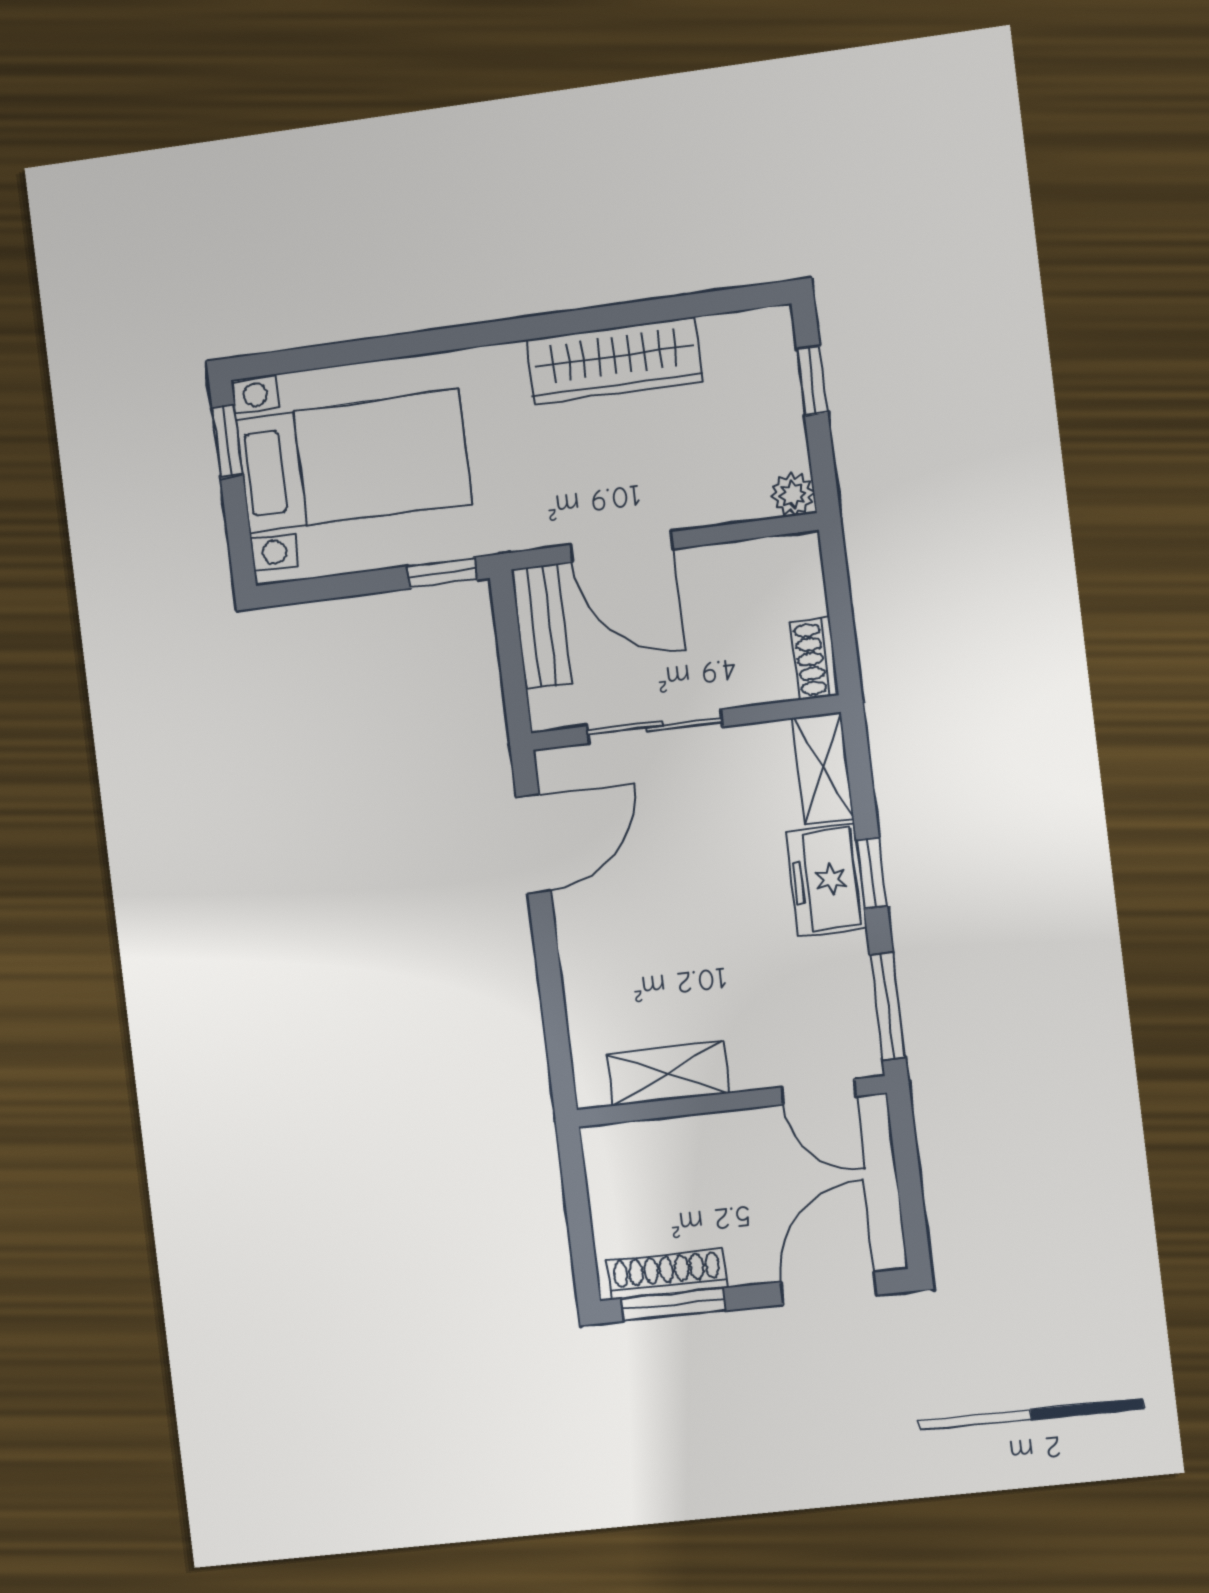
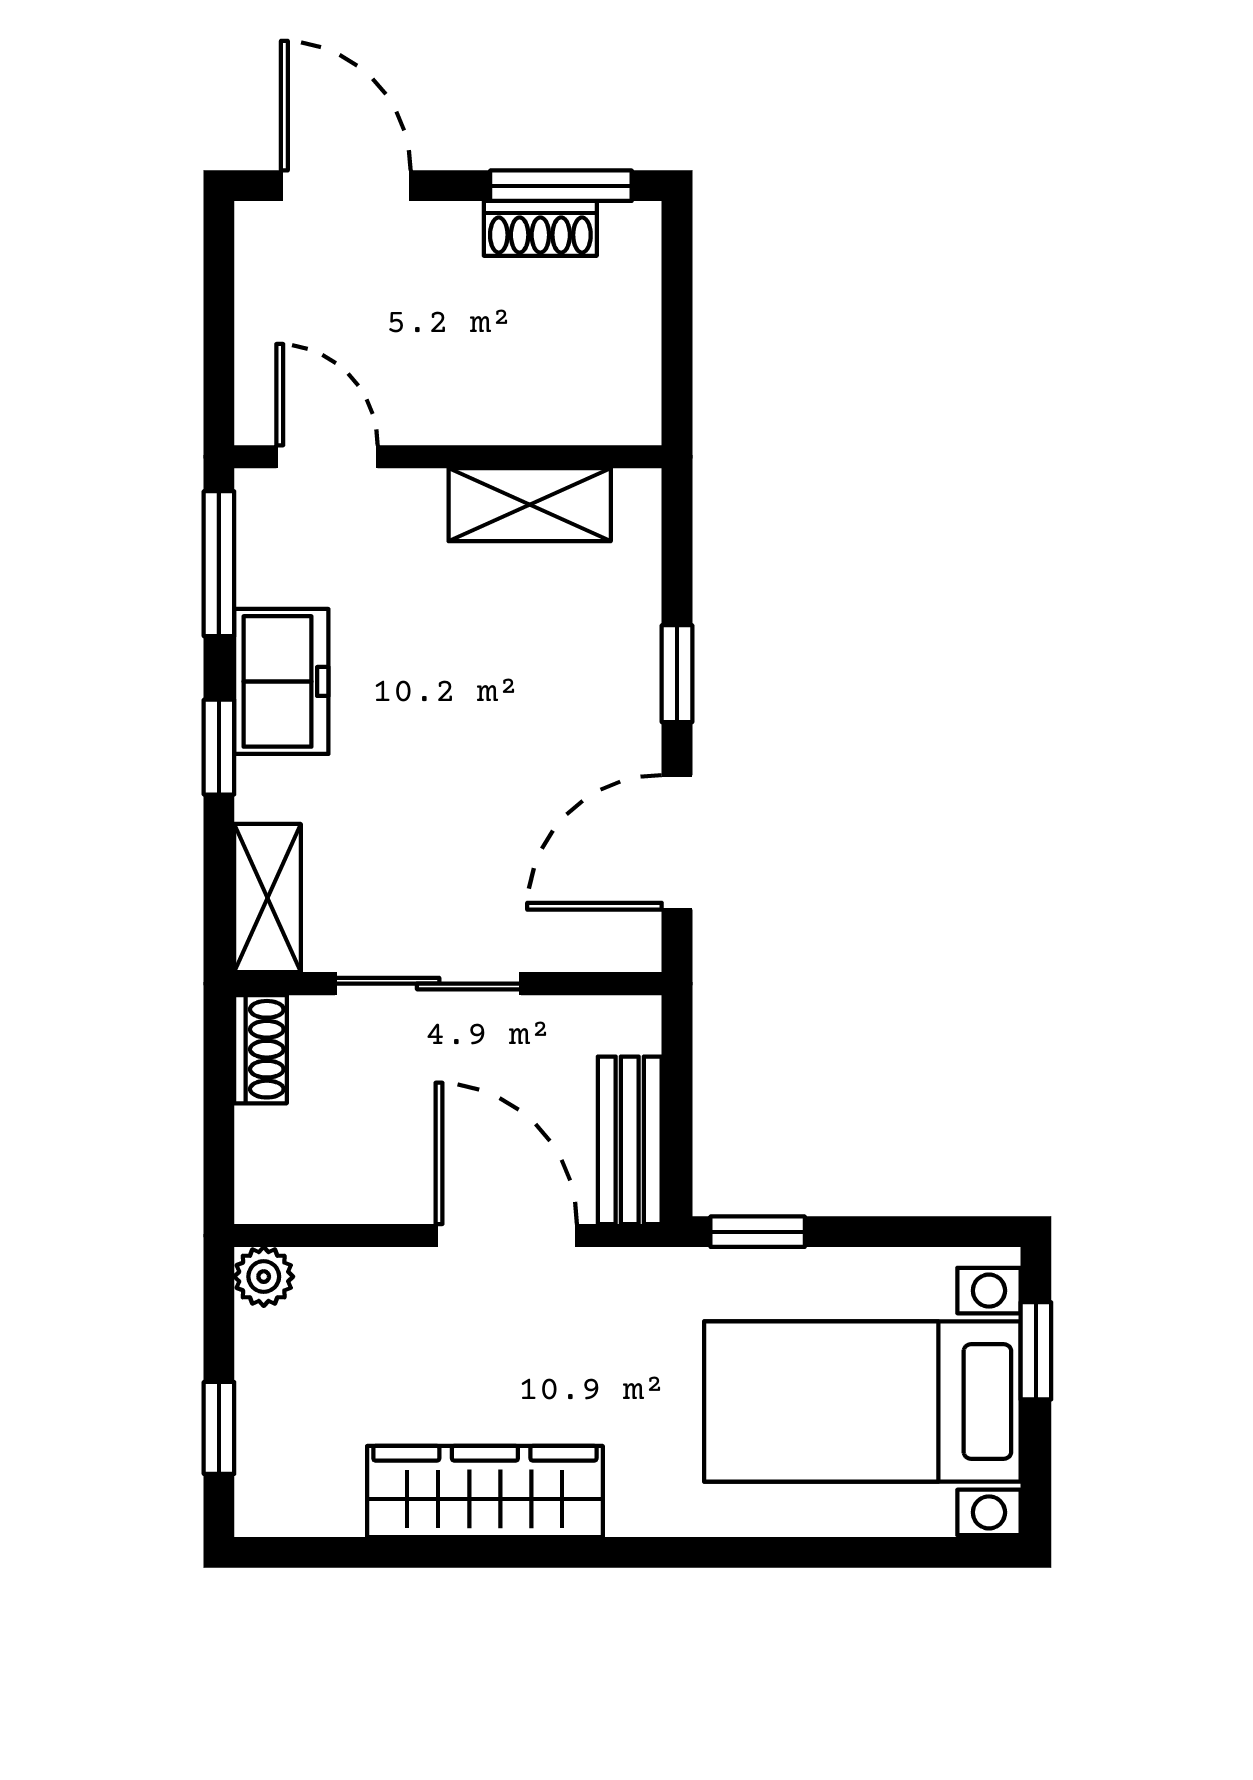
window: (227, 441) -> (1036, 1351), moved
sliding door: (655, 726) -> (428, 984), moved
freezer: (826, 880) -> (281, 681), moved
window: (548, 965) -> (677, 674), added
shoe rack: (667, 1274) -> (540, 228), width x0.70
door: (828, 1289) -> (346, 186), swing flipped

